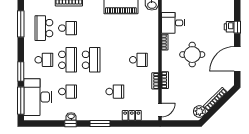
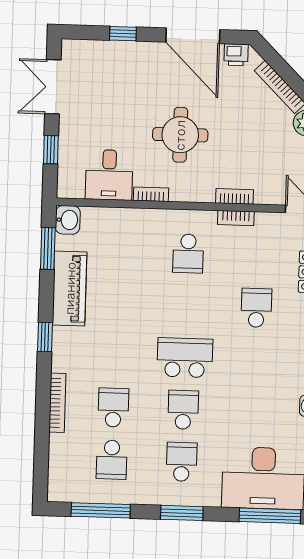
printer: (229, 27) -> (236, 55), moved
school desk: (44, 28) -> (112, 460), width x0.54
school desk: (68, 60) -> (183, 410), width x0.54
school desk: (138, 60) -> (188, 254), turned 180
window: (21, 71) -> (182, 513), moved
school desk: (68, 92) -> (253, 412), removed

